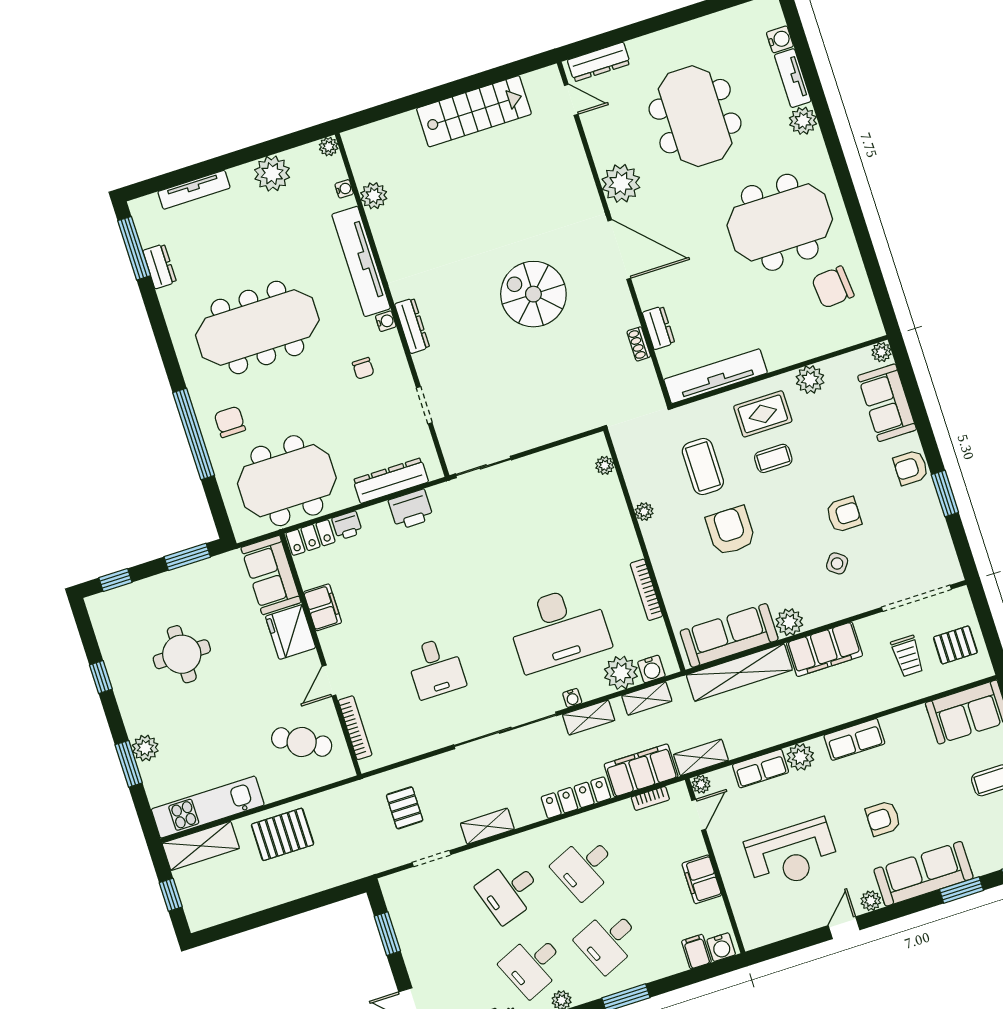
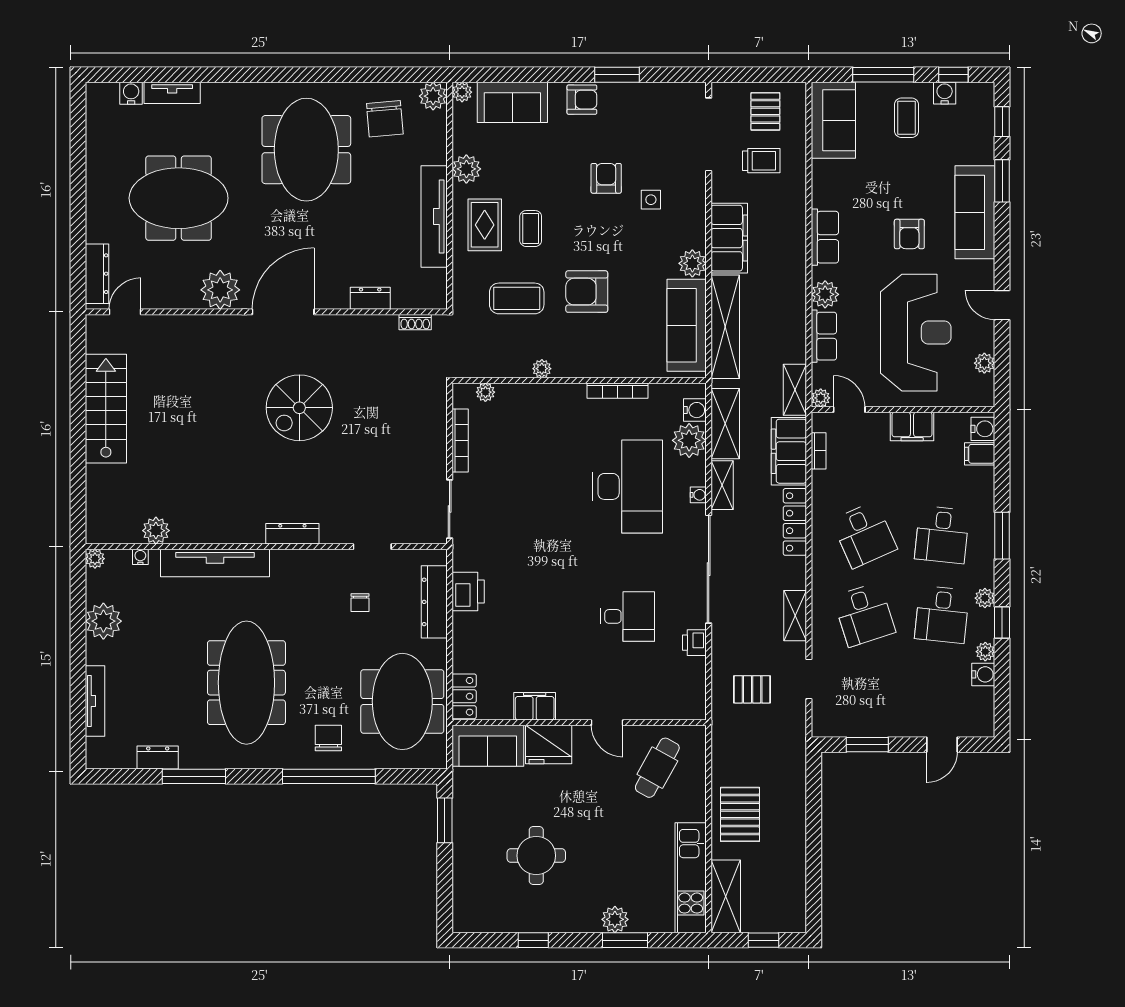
plant: (803, 121) -> (433, 96), moved
window: (134, 248) -> (194, 776), moved
water cooler: (386, 321) -> (280, 558), removed
shoe rack: (639, 344) -> (415, 322), moved
chair: (363, 368) -> (360, 603), moved, turned 90
tv unit: (716, 376) -> (434, 216), moved
chair: (230, 422) -> (328, 738), turned 90
armchair: (911, 468) -> (582, 100), turned -90
printer: (347, 526) -> (694, 643), moved, turned 180
side table: (837, 563) -> (651, 200), turned -37
window: (115, 580) -> (445, 896), removed
shelving: (647, 698) -> (725, 424), width x1.50, depth x1.33
bookcase: (355, 728) -> (460, 440), moved, turned 90
reception desk: (792, 854) -> (916, 333), width x1.36, depth x1.30
plant: (871, 901) -> (984, 363), moved
desk: (608, 941) -> (942, 535), turned 30
desk: (533, 965) -> (942, 615), turned 30

